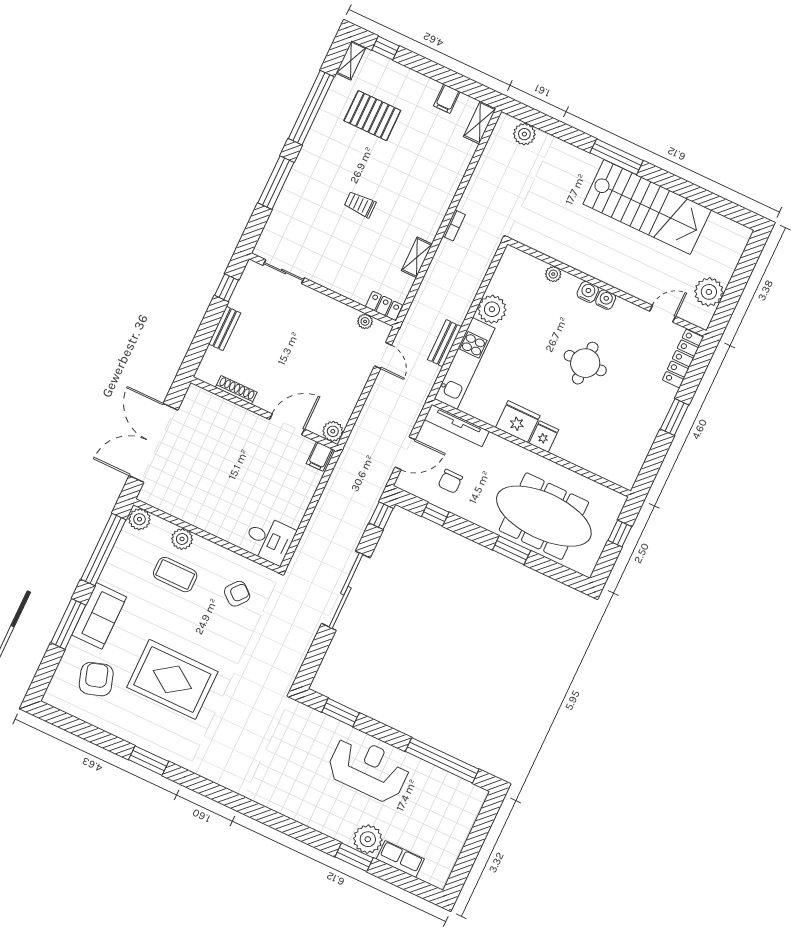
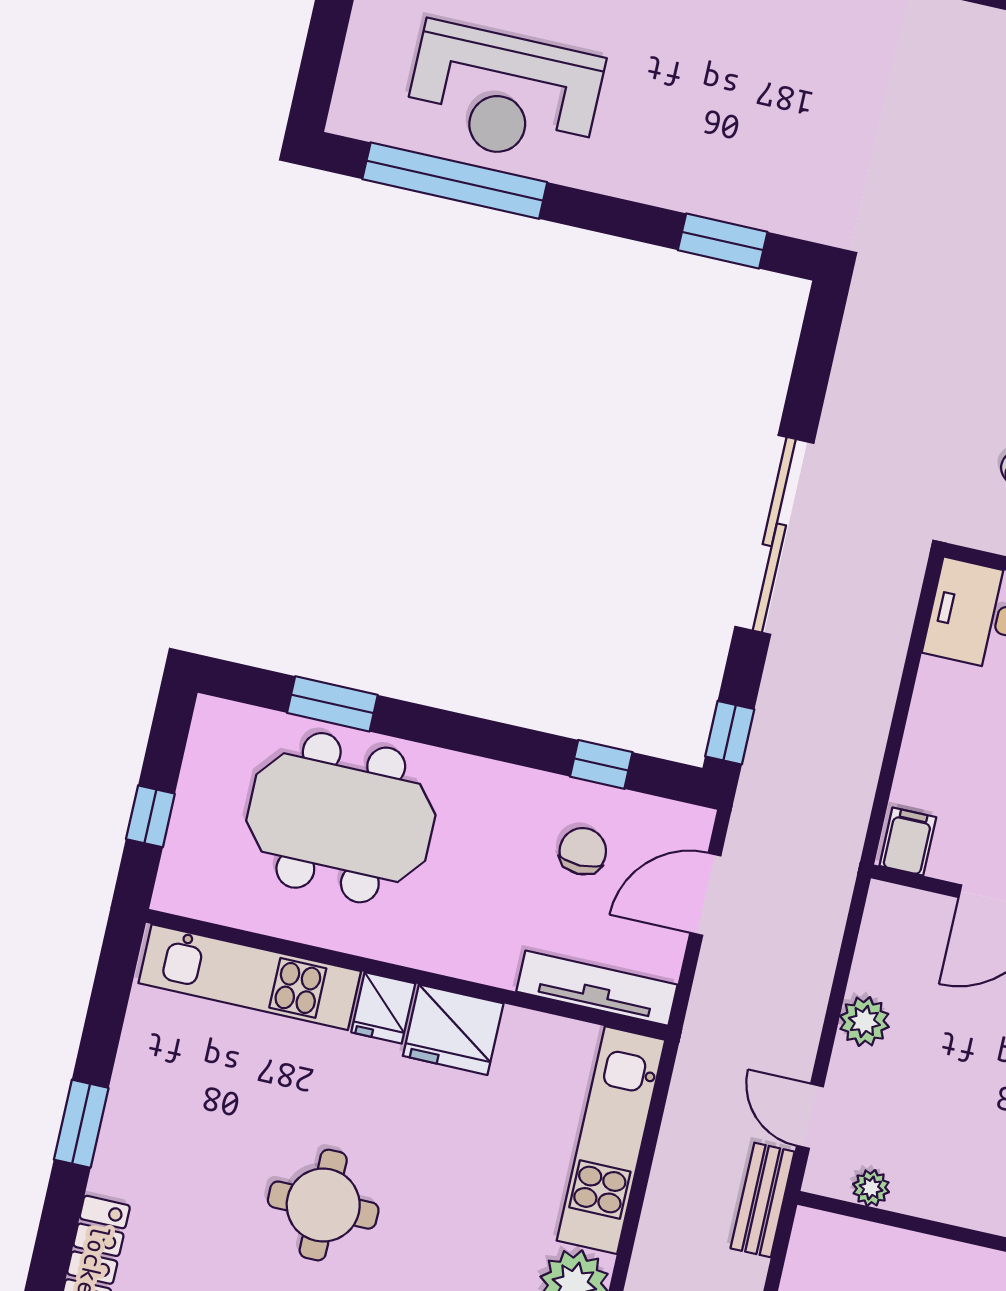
locker: (384, 306) -> (834, 1235), removed
bench: (444, 343) -> (763, 1200), moved
plant: (333, 431) -> (864, 1021), moved
kitchen unit: (594, 461) -> (250, 977), added
meeting table: (544, 516) -> (341, 818), width x0.73
window: (512, 550) -> (332, 704), moved
reception desk: (368, 769) -> (504, 94), moved

